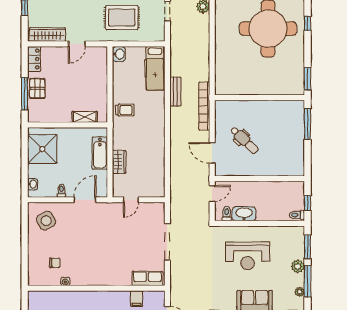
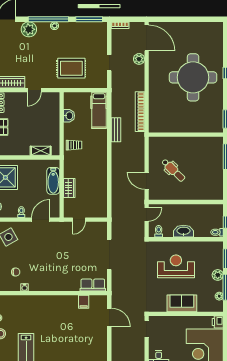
washbasin: (119, 54) -> (69, 116), moved
bookcase: (204, 106) -> (140, 112), moved
washbasin: (244, 214) -> (184, 231), moved
reception desk: (248, 256) -> (176, 266), turned 180

